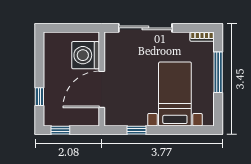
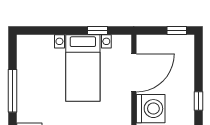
bed with nightstands: (175, 94) -> (83, 68), moved
window: (39, 97) -> (199, 101), moved

